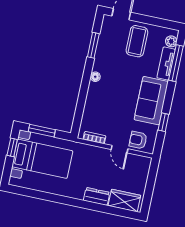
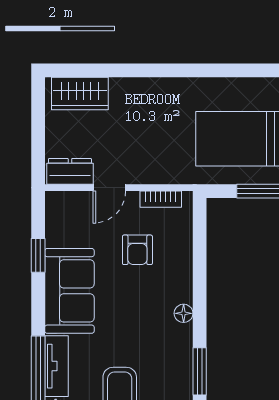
armchair: (138, 140) -> (137, 250), moved, turned 90
door: (120, 149) -> (109, 188), swing flipped
dresser: (97, 196) -> (70, 171), moved, turned 180

